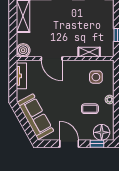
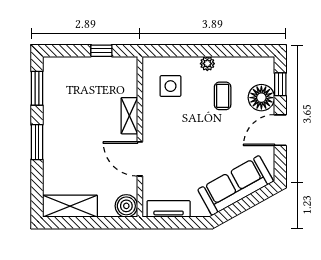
shelving: (89, 52) -> (129, 116), moved
door: (52, 58) -> (140, 159), swing flipped
floor lamp: (102, 132) -> (261, 98), moved

